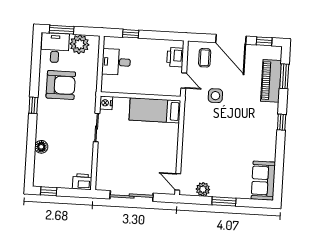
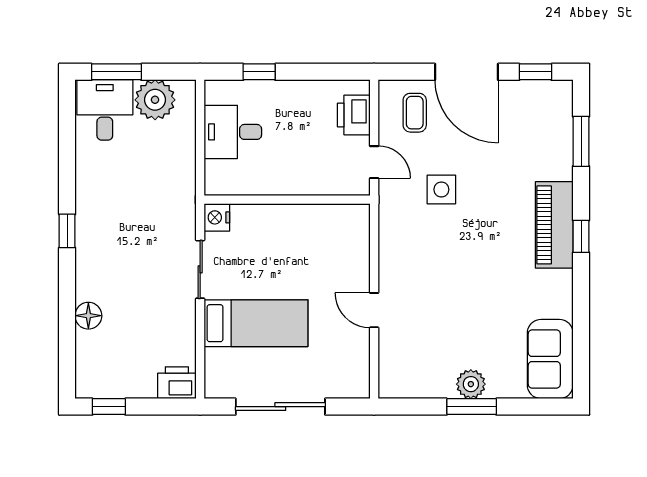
piano: (271, 81) -> (554, 225), moved
armchair: (61, 85) -> (121, 186), removed
bed: (155, 110) -> (256, 323), moved, turned 180
door: (178, 182) -> (374, 310), moved
plant: (203, 189) -> (471, 384), moved

